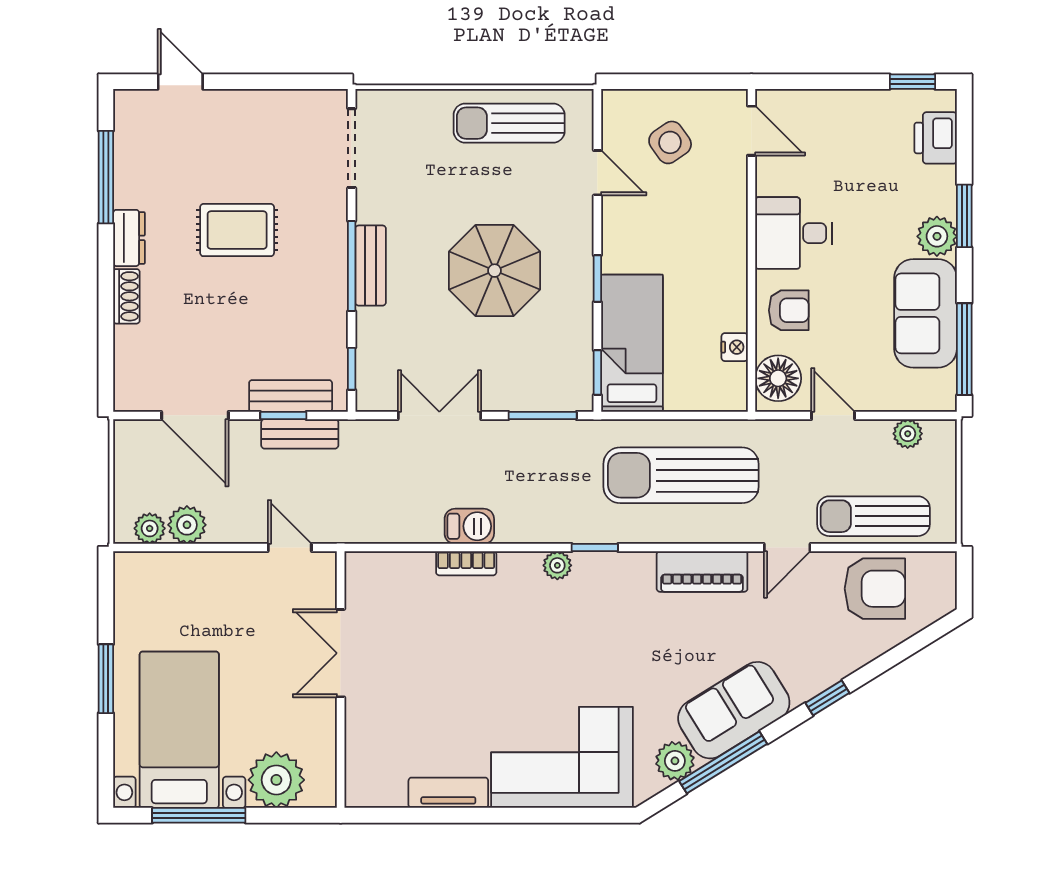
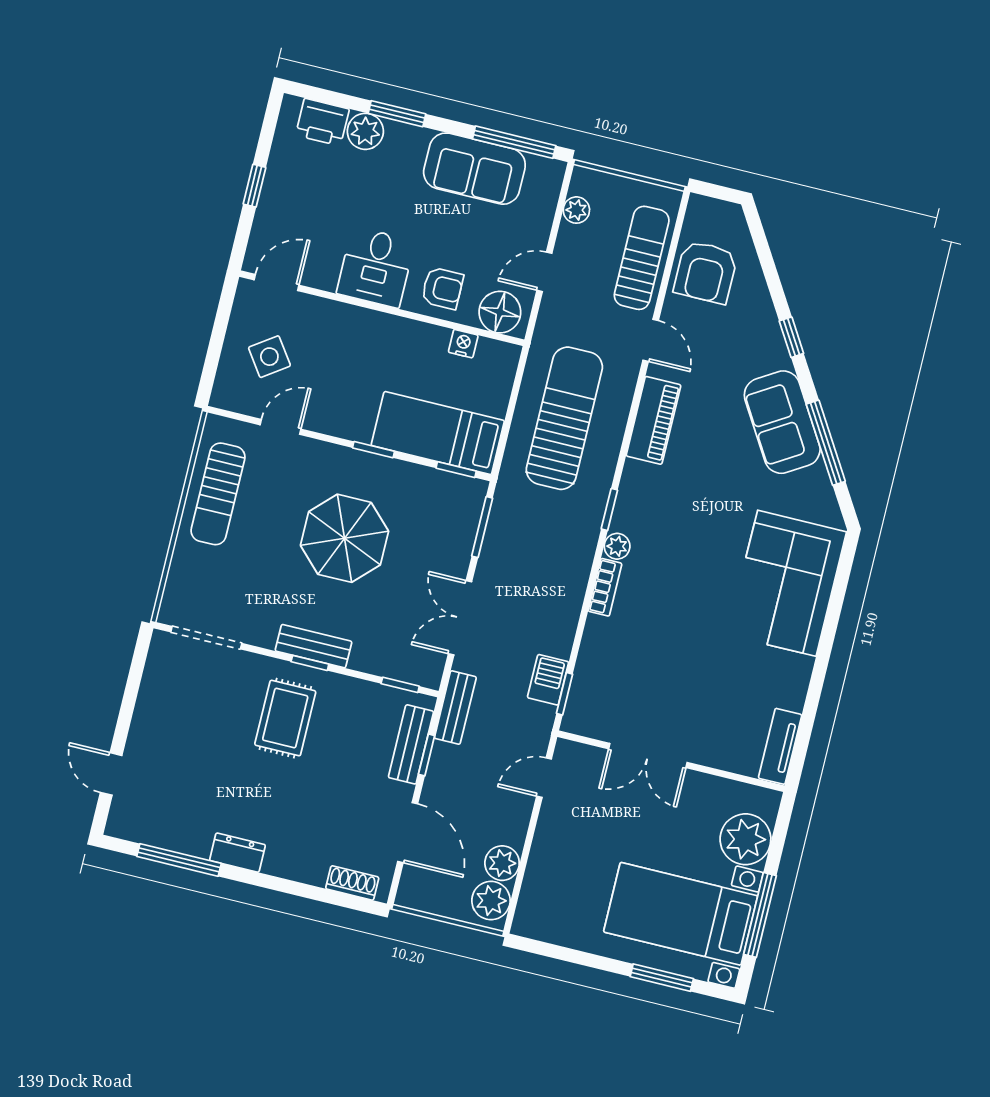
door: (180, 82) -> (111, 774), hinge flipped
window: (912, 82) -> (255, 186), moved
rug: (237, 230) -> (285, 718), moved
plant: (937, 236) -> (365, 131), moved
window: (352, 266) -> (310, 663), width x0.46
shoe rack: (126, 296) -> (352, 883), moved
armchair: (789, 310) -> (442, 288), turned 90
door: (195, 415) -> (408, 833), hinge flipped
bench: (300, 434) -> (455, 707), moved
sun lounger: (681, 475) -> (564, 418), turned 180
sun lounger: (873, 516) -> (642, 258), turned 180
barbecue: (469, 526) -> (548, 680), moved
plant: (150, 528) -> (491, 901), width x1.38, depth x1.38
window: (385, 548) -> (564, 694), added
bookcase: (466, 563) -> (605, 587), moved
armchair: (875, 589) -> (706, 272), turned 180
window: (106, 679) -> (662, 978), moved
plant: (675, 761) -> (814, 485), removed
tv unit: (448, 793) -> (780, 746), moved

